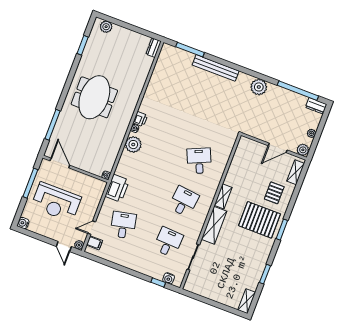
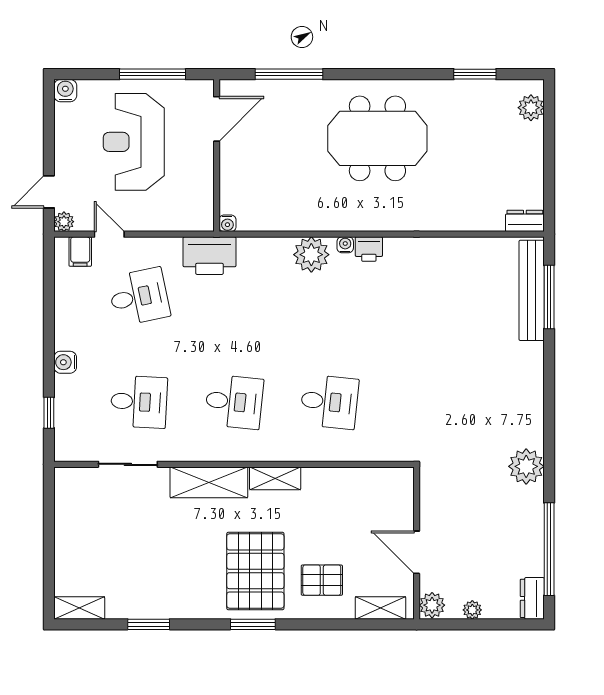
bench: (216, 68) -> (532, 290), moved
desk: (199, 161) -> (329, 402), turned 30
water cooler: (169, 278) -> (65, 362), moved

